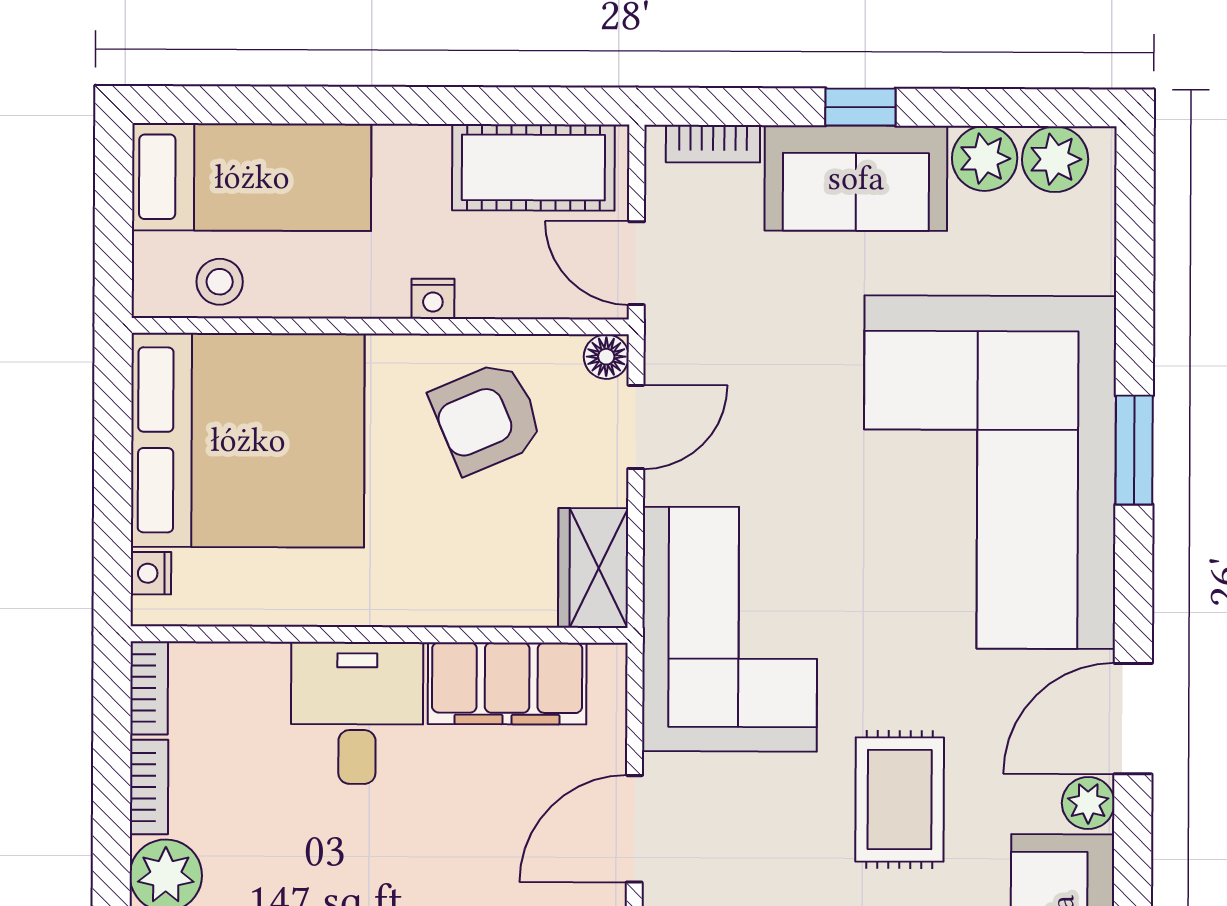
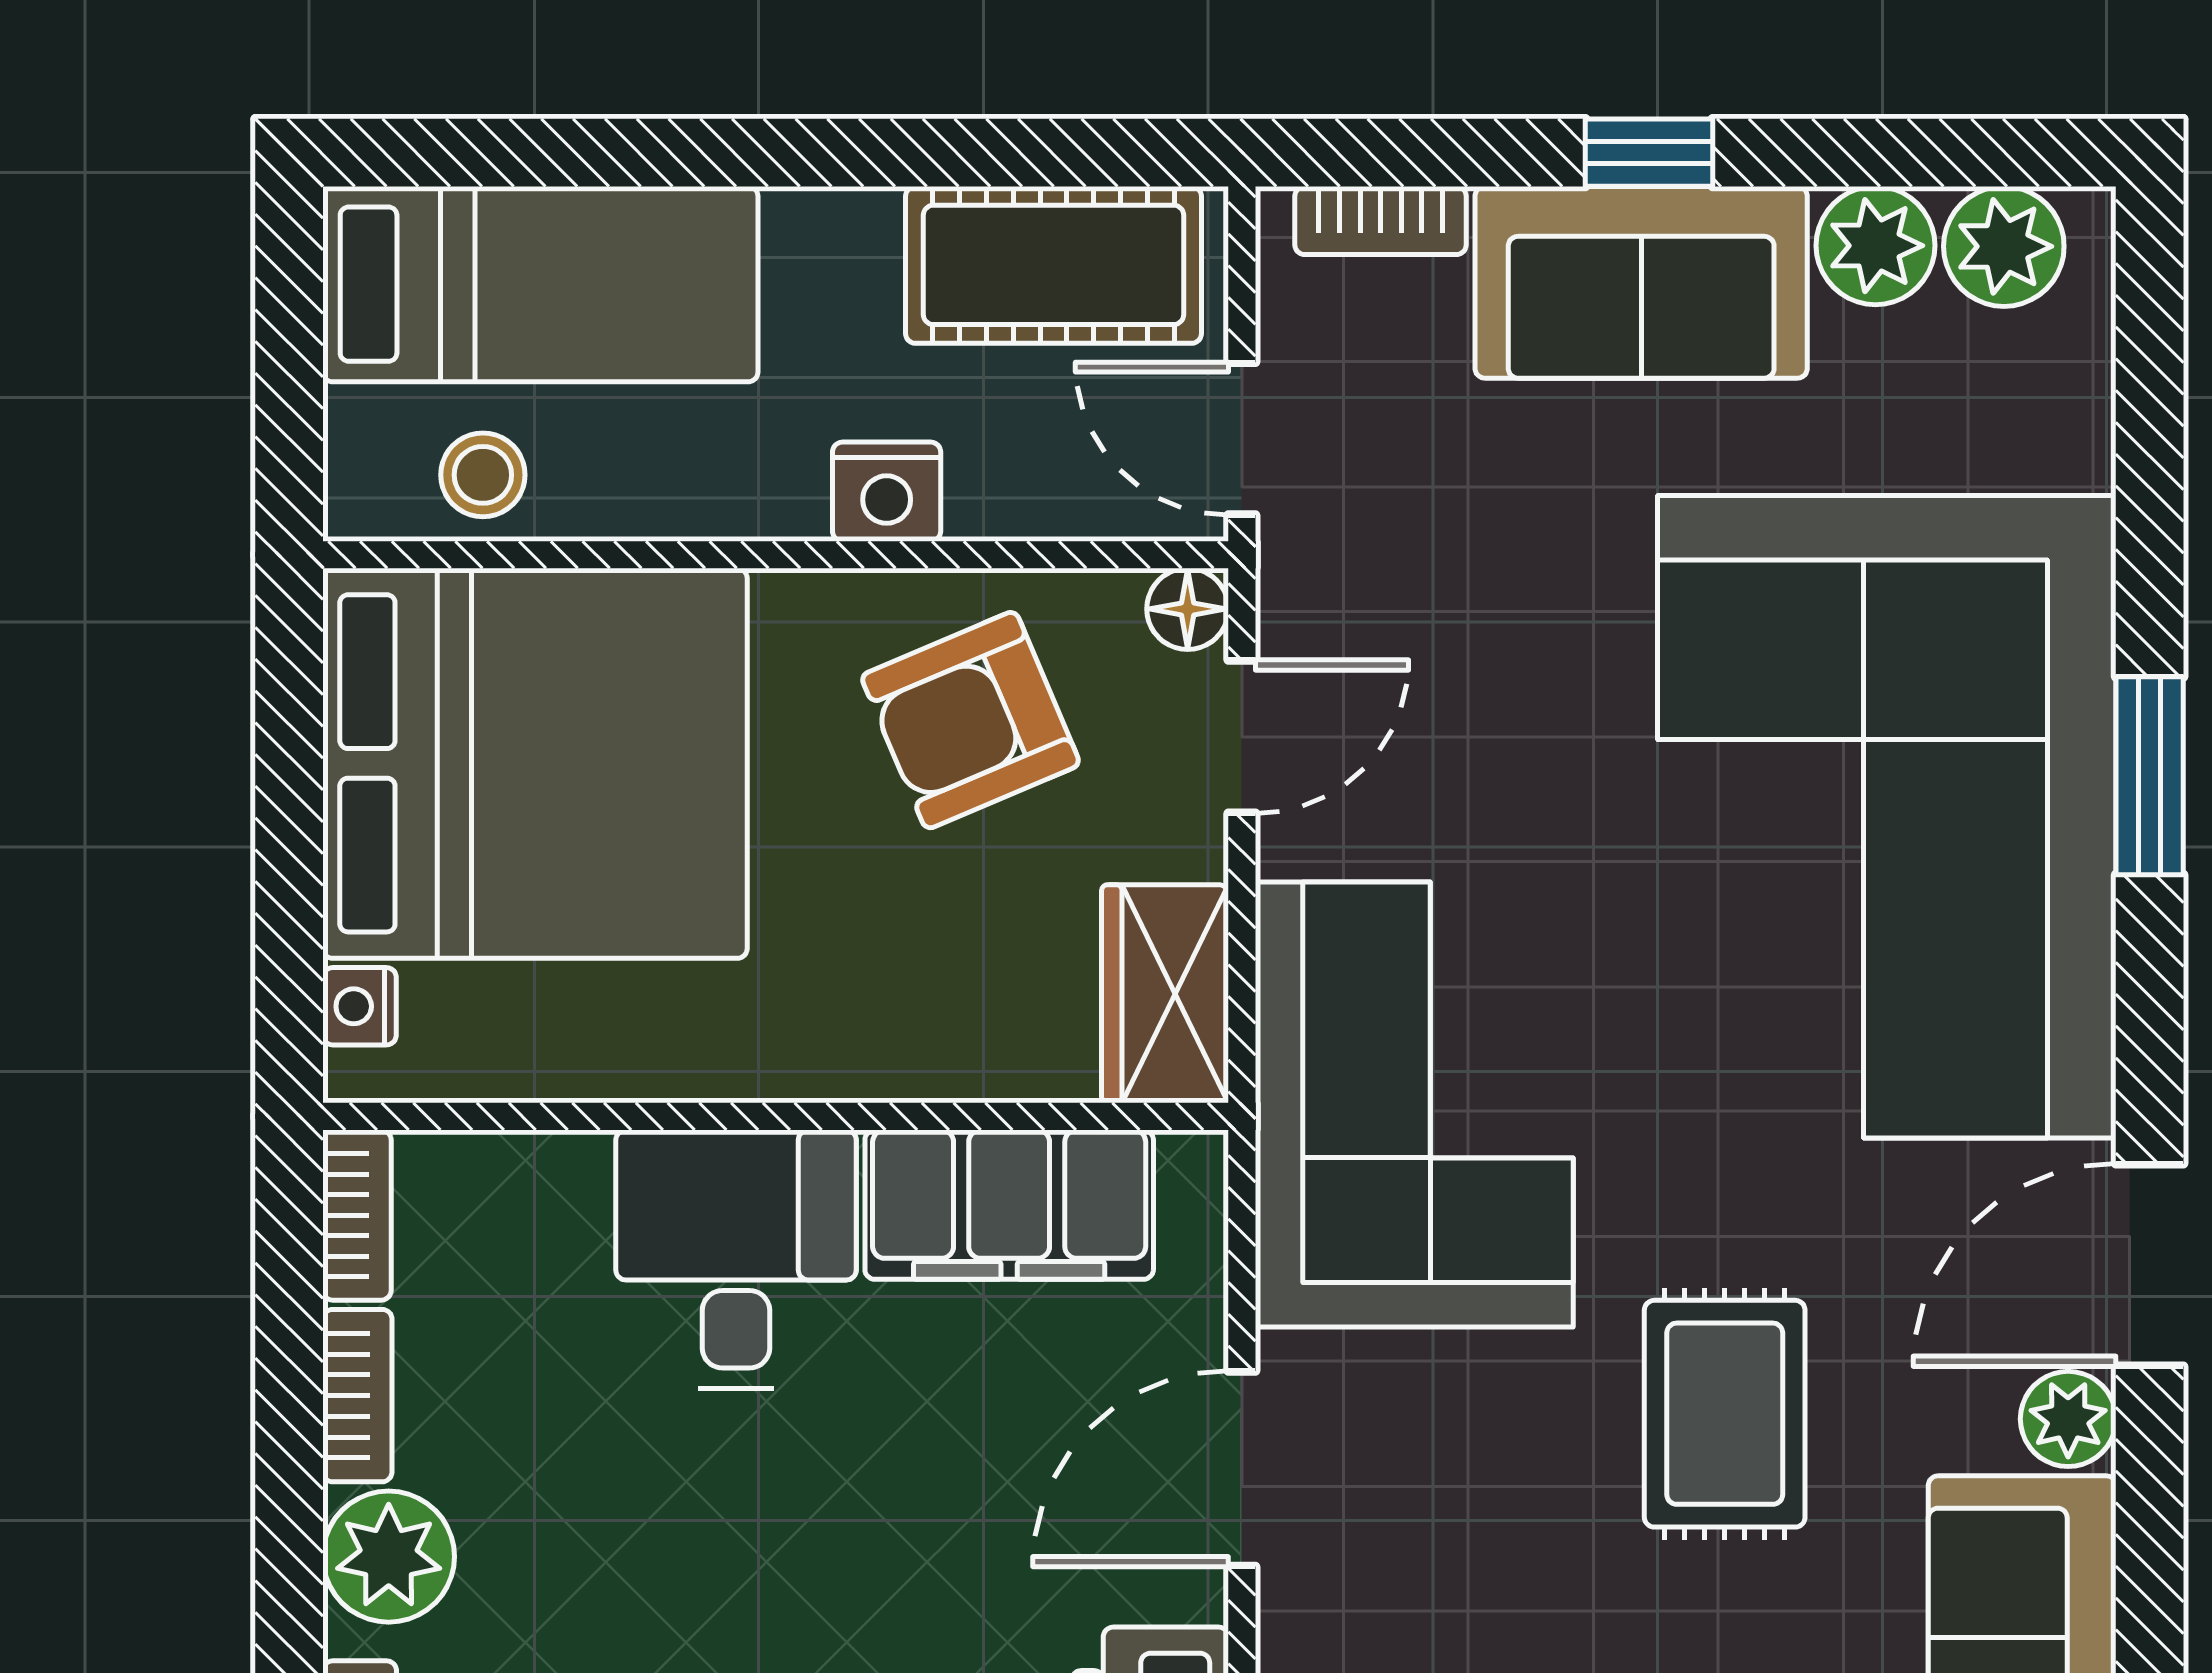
nightstand: (433, 299) -> (887, 492), width x1.39, depth x1.35

